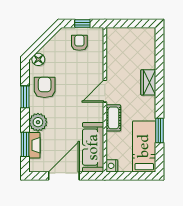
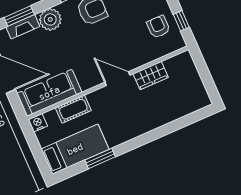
armchair: (79, 43) -> (158, 27), turned -90
wardrobe: (148, 82) -> (151, 76), moved, turned 180
cot: (113, 118) -> (73, 109), moved

